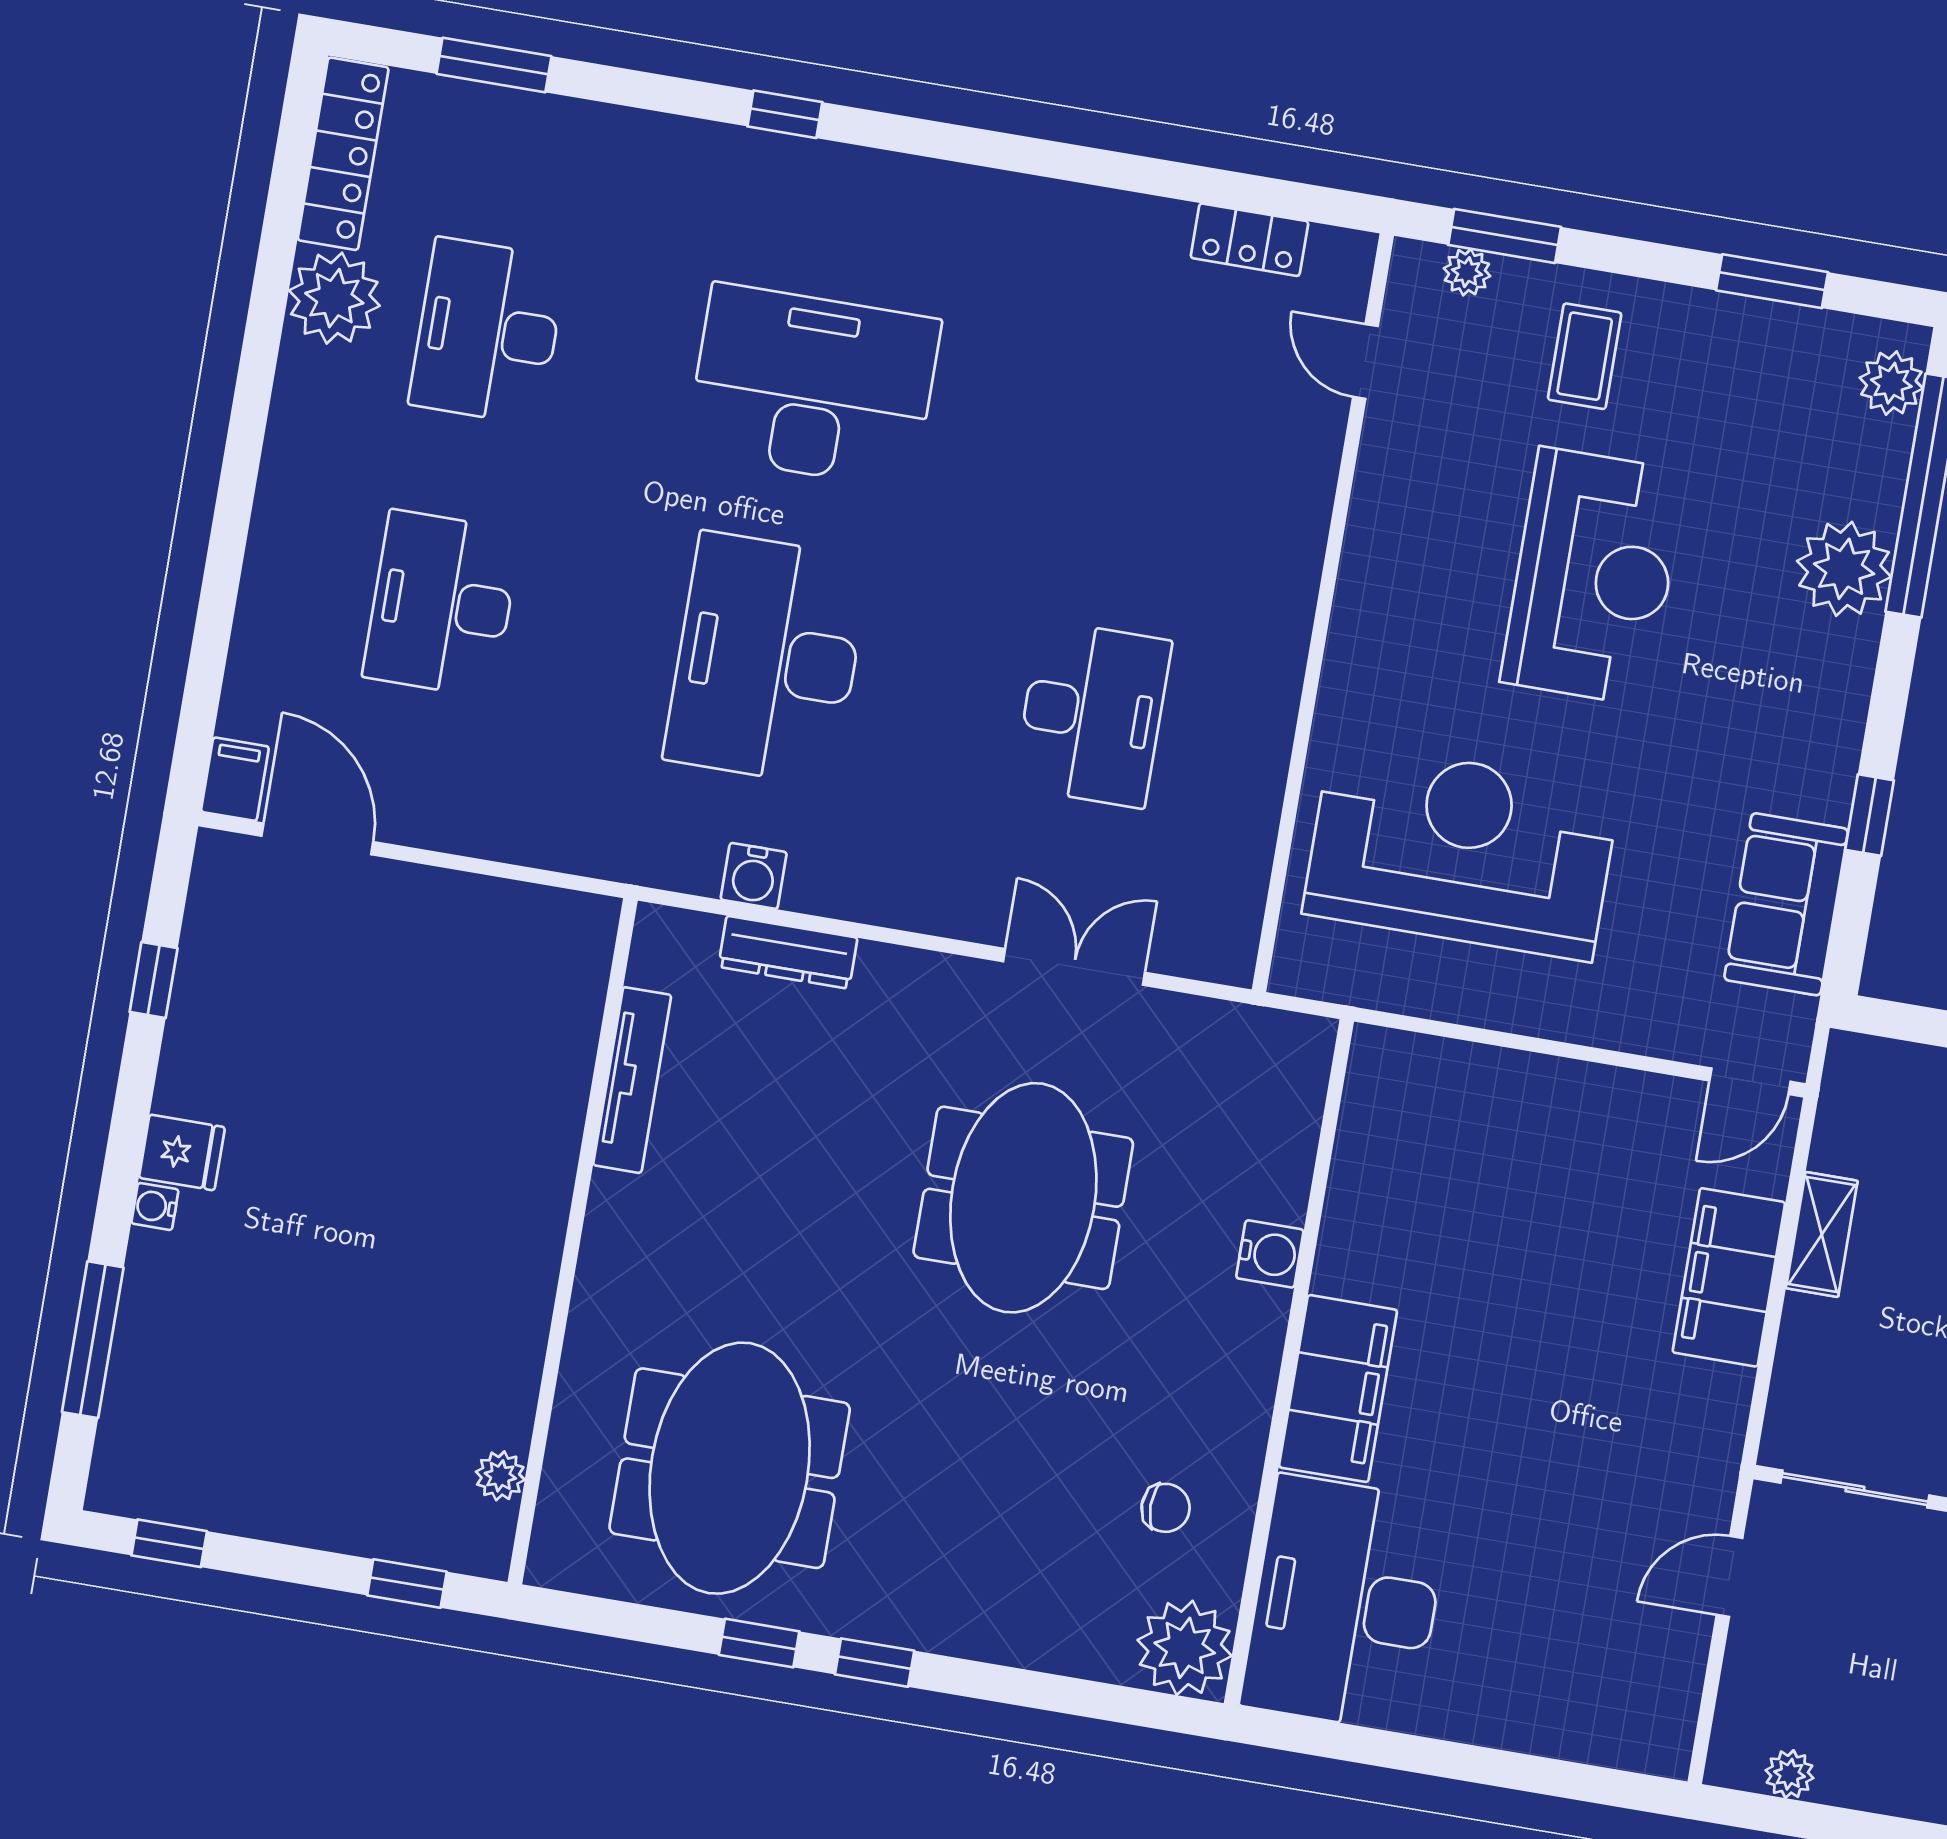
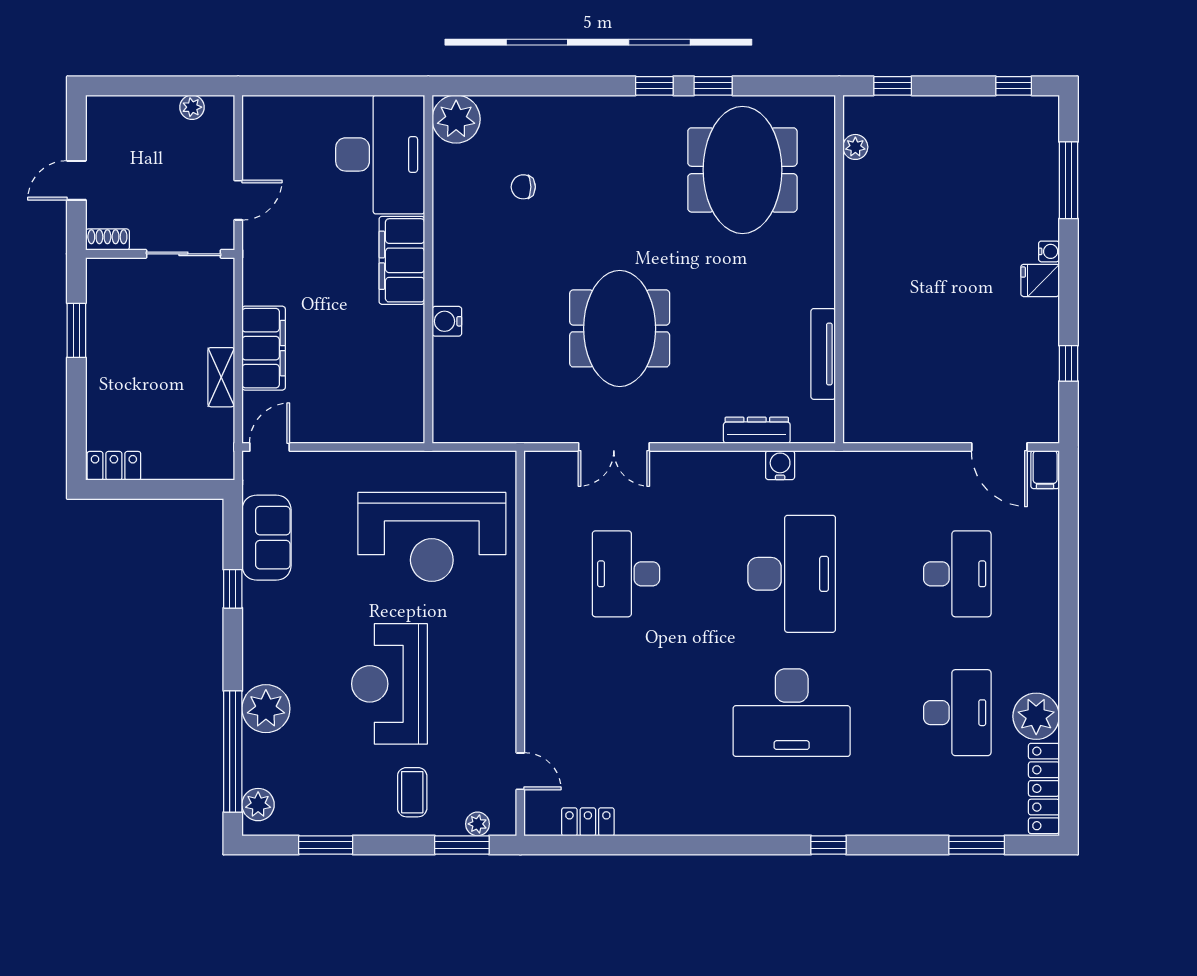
water cooler: (1270, 1254) -> (447, 321), moved
wall: (1289, 1362) -> (428, 269), moved
filing cabinet: (1338, 1389) -> (402, 260), moved
desk: (1346, 1604) -> (380, 154), moved
plant: (1185, 1648) -> (456, 119), moved

